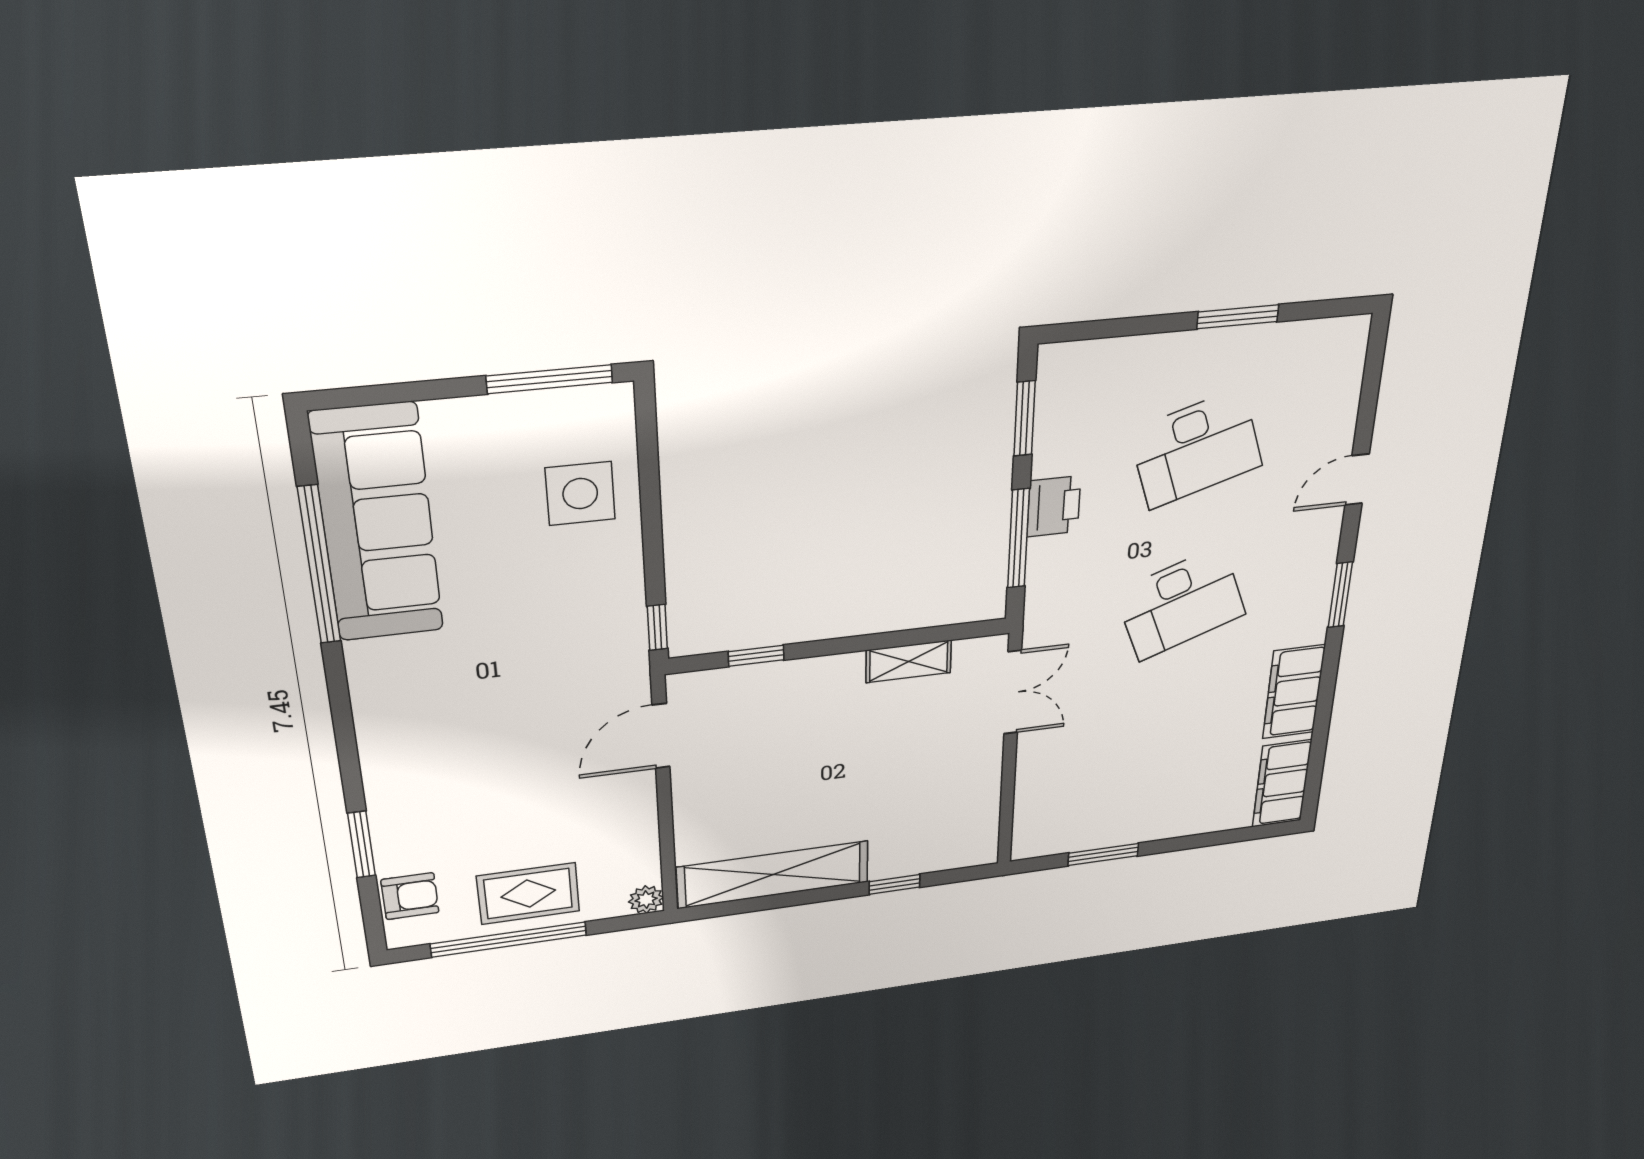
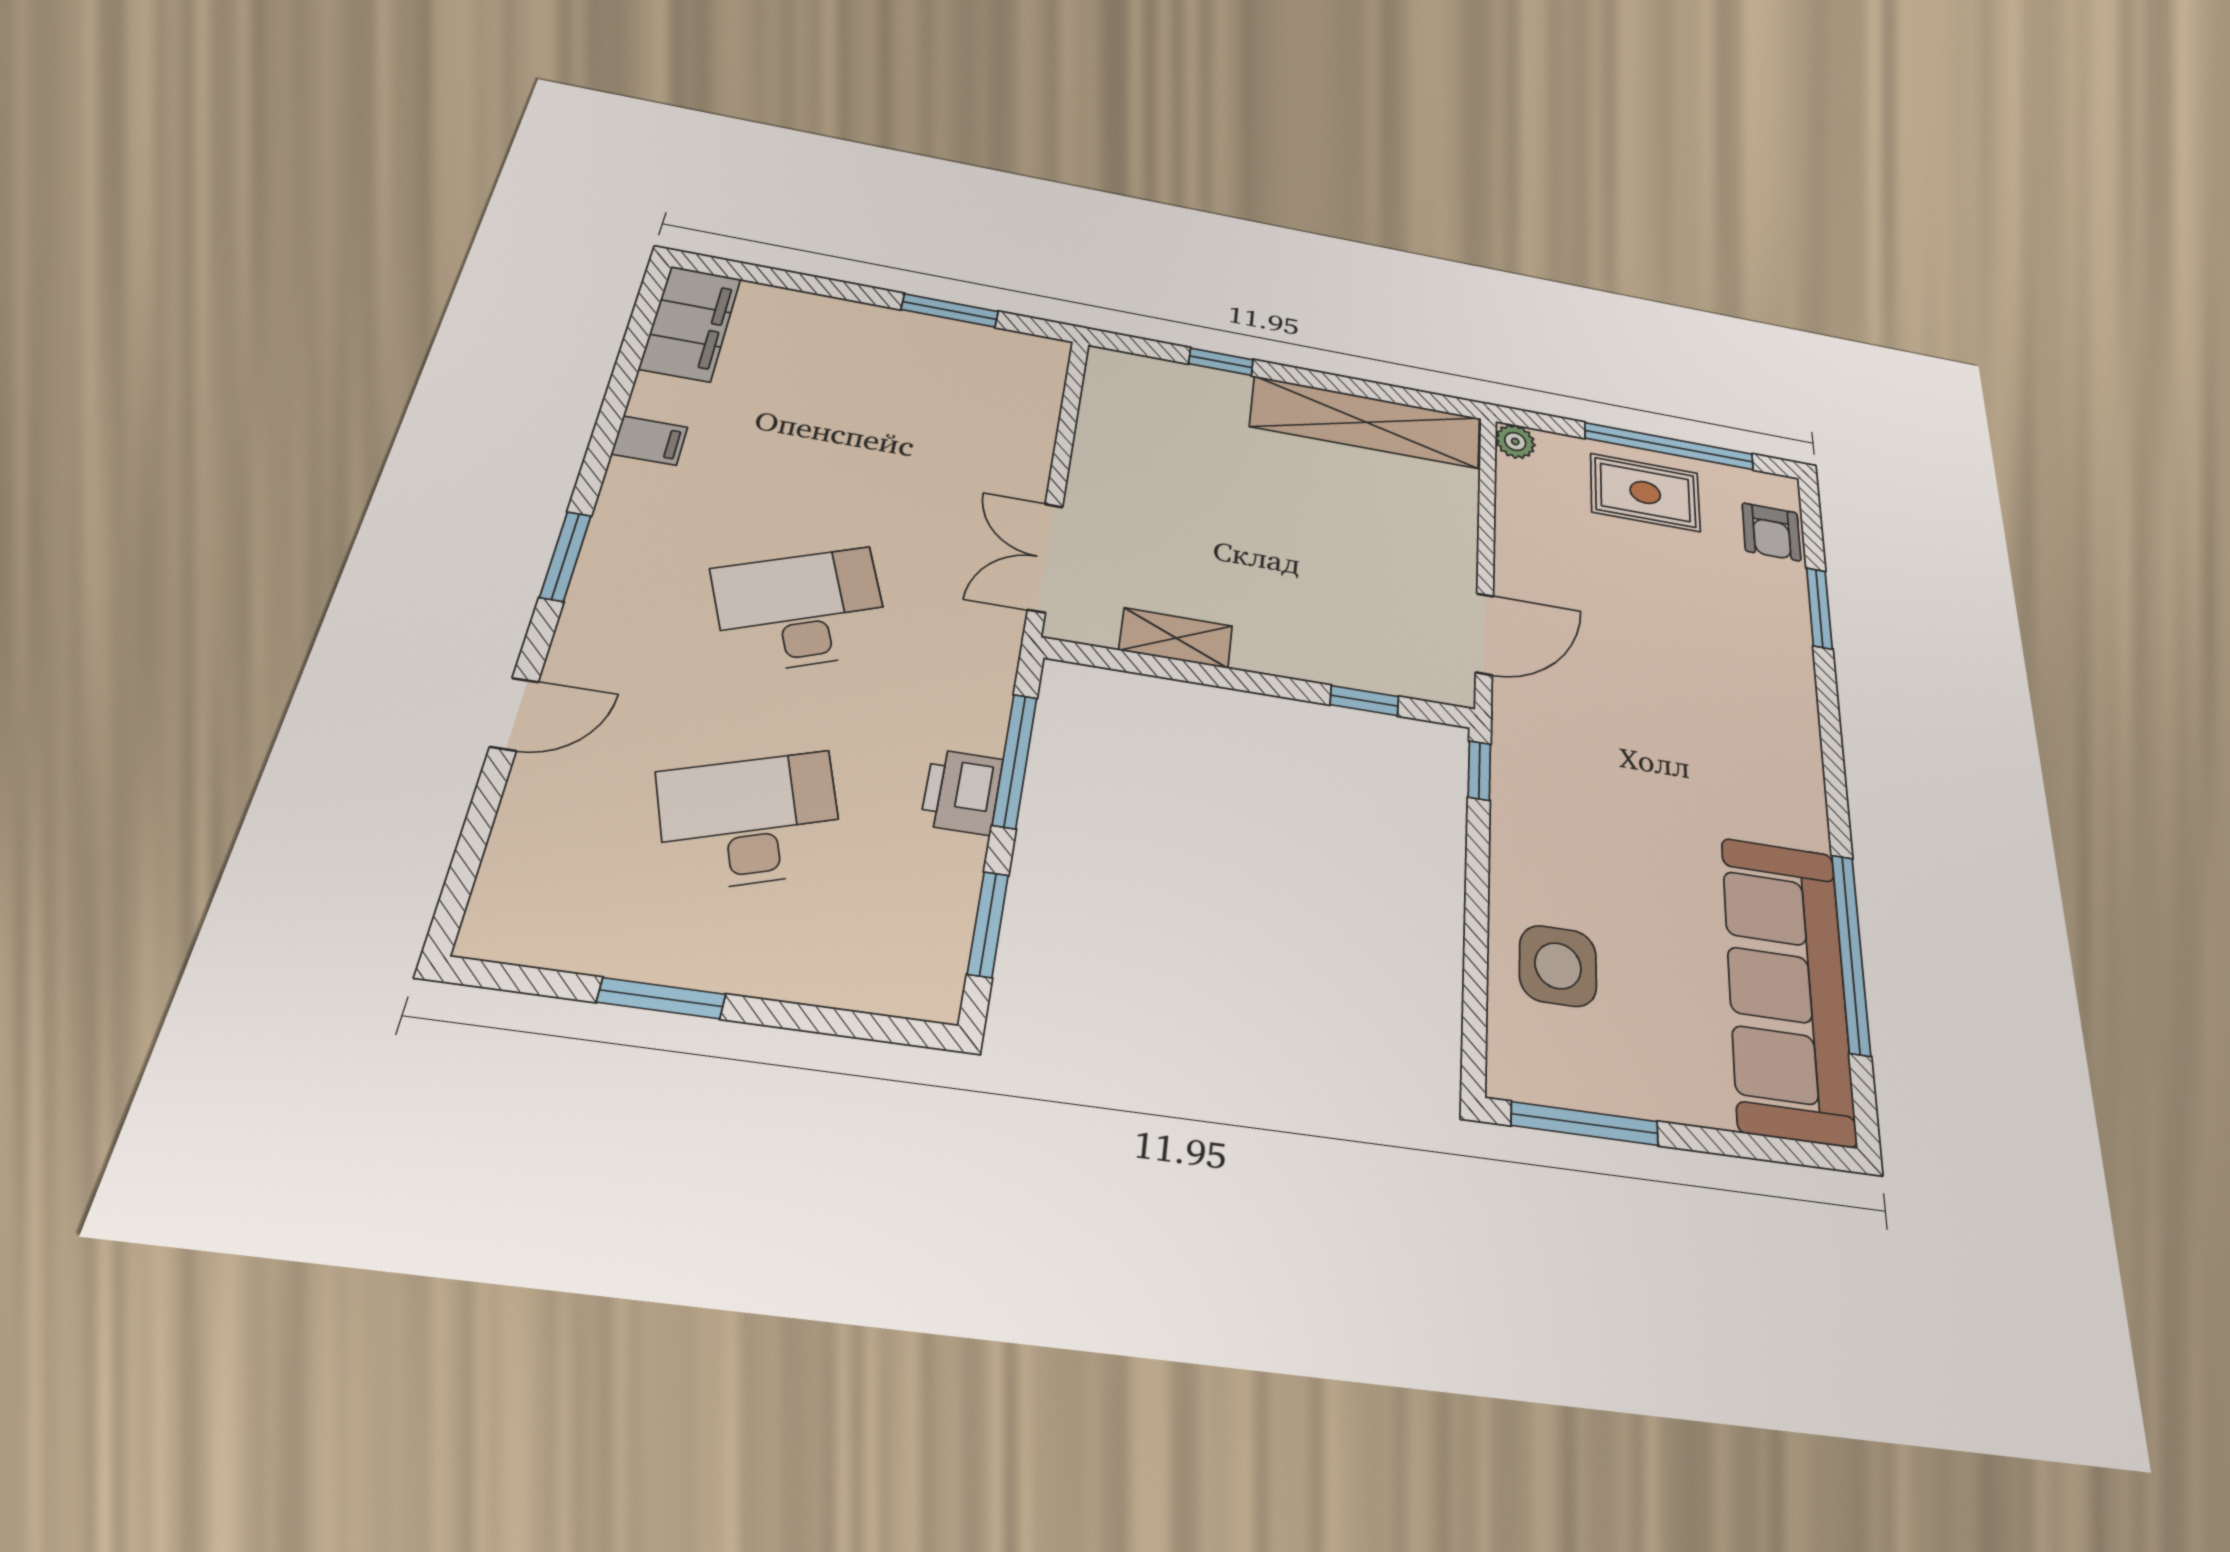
filing cabinet: (1294, 692) -> (649, 441), width x0.33, depth x0.86
armchair: (410, 896) -> (1771, 532), turned -90

